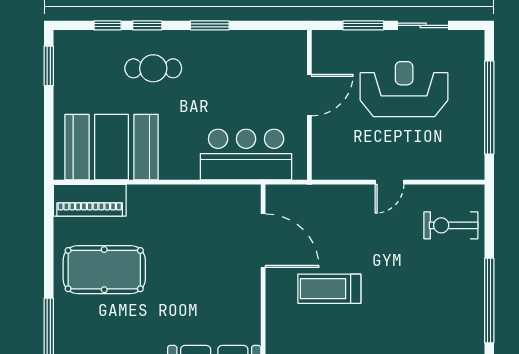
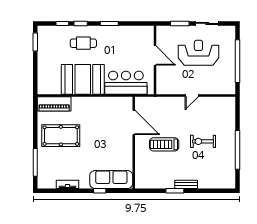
door: (309, 95) -> (155, 56), hinge flipped
booth: (111, 147) -> (83, 79), moved
exercise bike: (451, 225) -> (203, 141), moved

